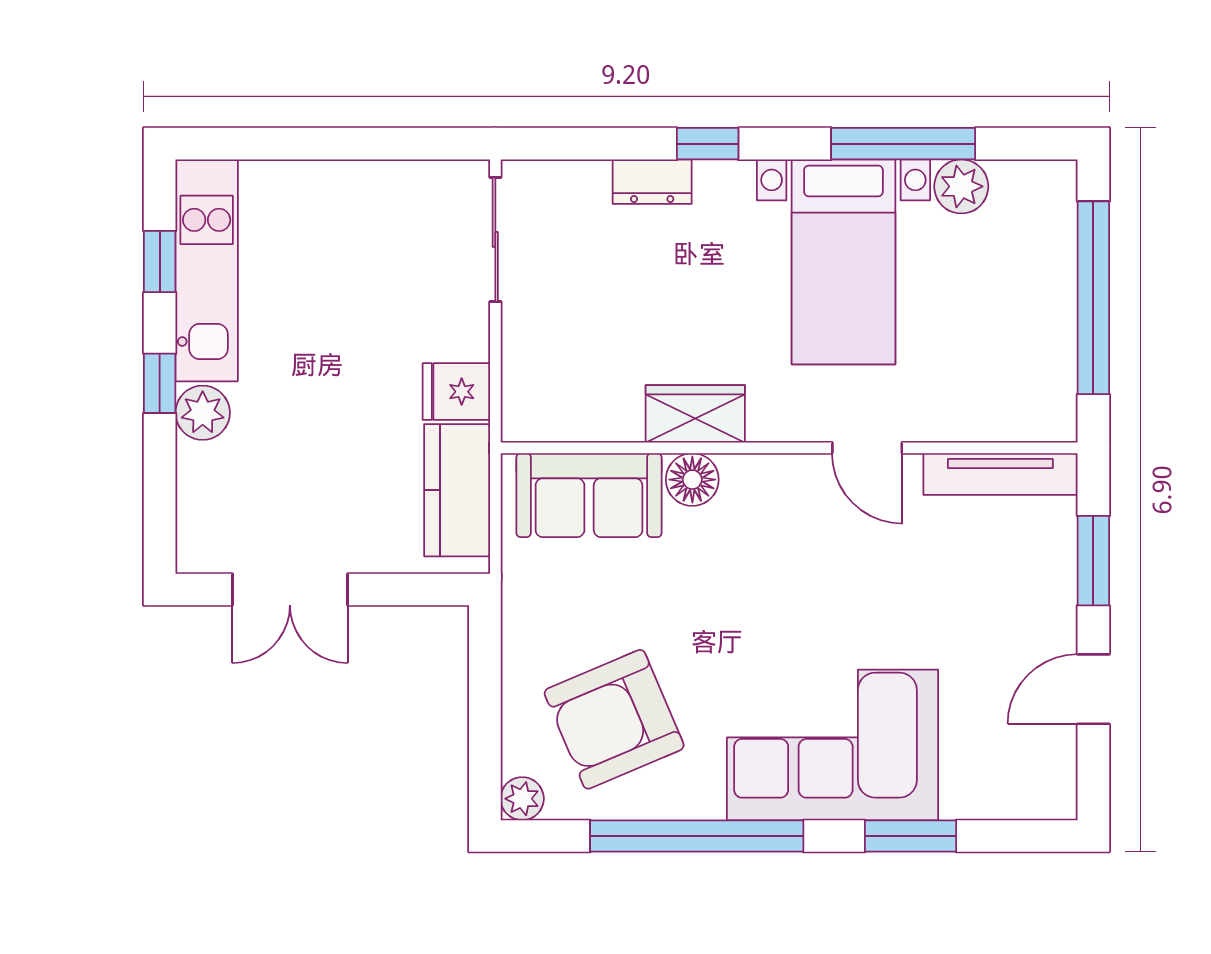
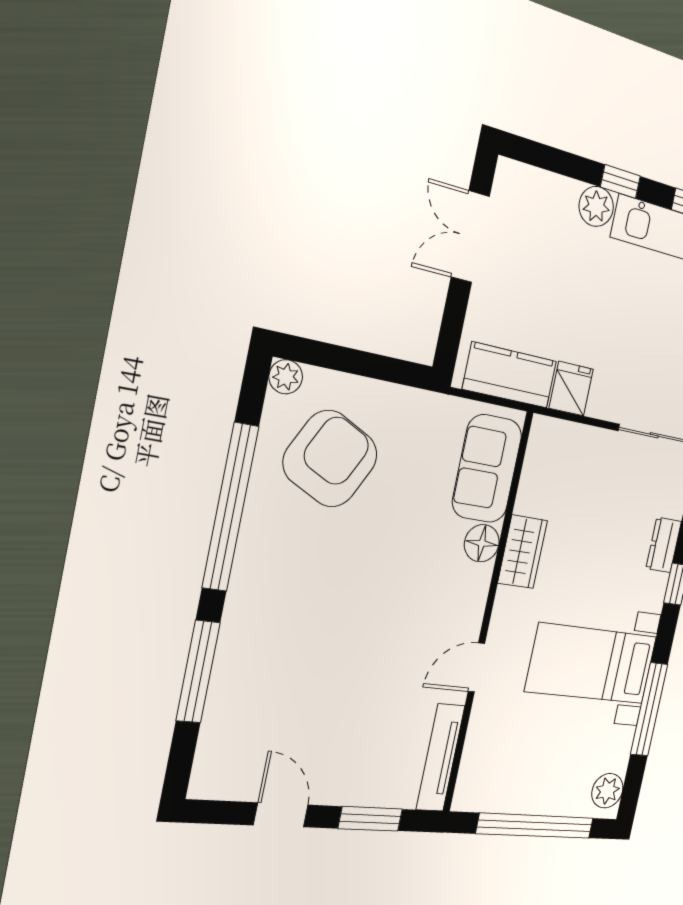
plant: (961, 186) -> (607, 791), moved
armchair: (614, 719) -> (330, 459), turned 50
corner sofa: (832, 745) -> (279, 620), removed
window: (910, 836) -> (198, 672), width x1.44

